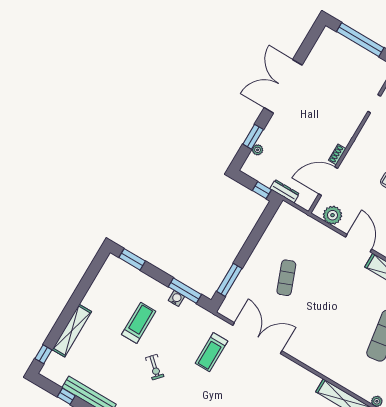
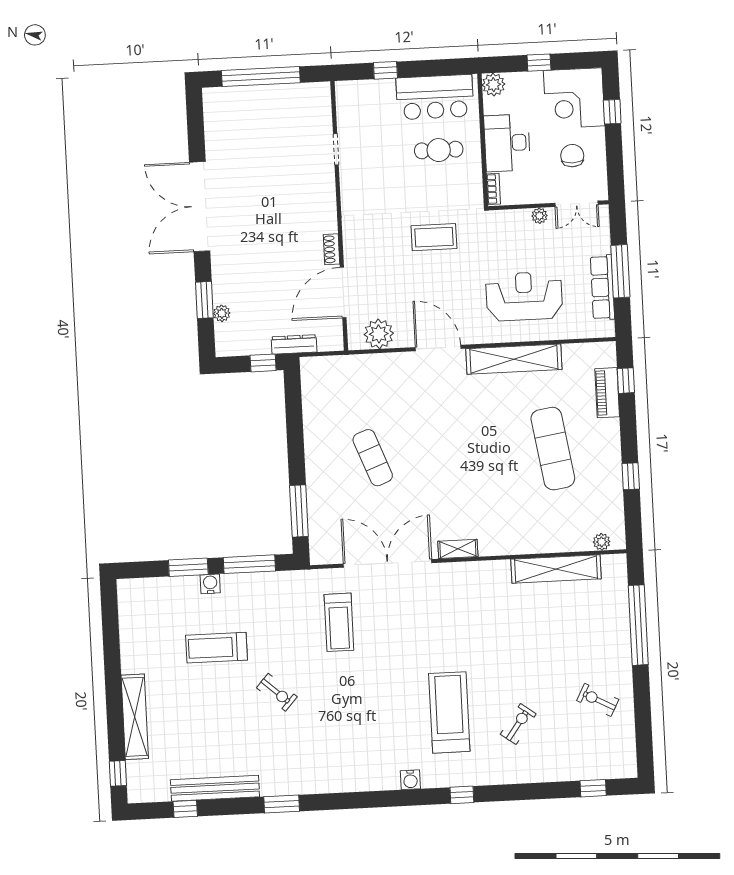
window: (132, 259) -> (188, 567), moved
water cooler: (176, 298) -> (210, 584), moved
treadmill: (139, 323) -> (217, 648), turned -90
shelving: (299, 355) -> (458, 549), added

